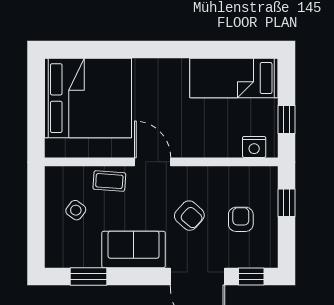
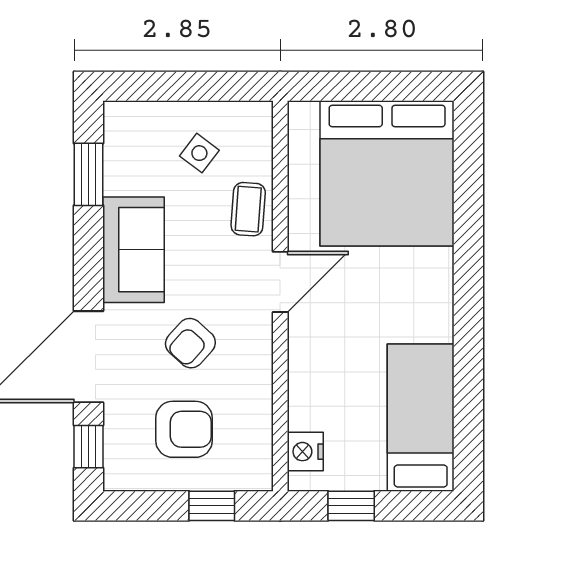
armchair: (241, 219) -> (184, 429), width x1.38, depth x1.38

